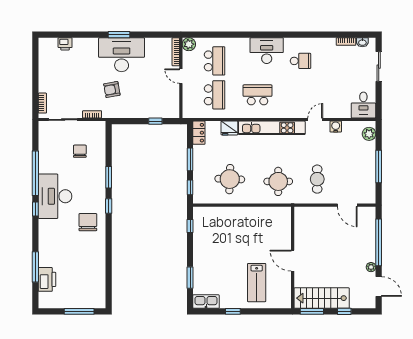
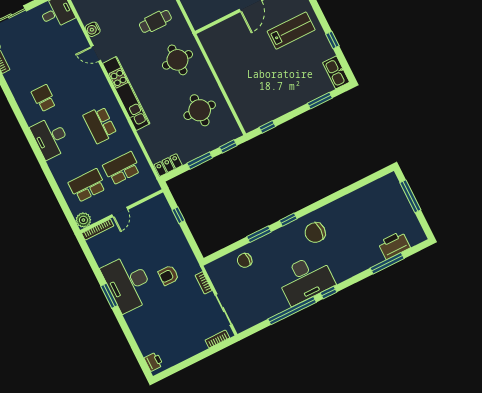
printer: (65, 44) -> (154, 362), moved
armchair: (112, 90) -> (168, 275), turned 100
fridge: (229, 128) -> (148, 136), removed
chair: (80, 151) -> (245, 260), moved

